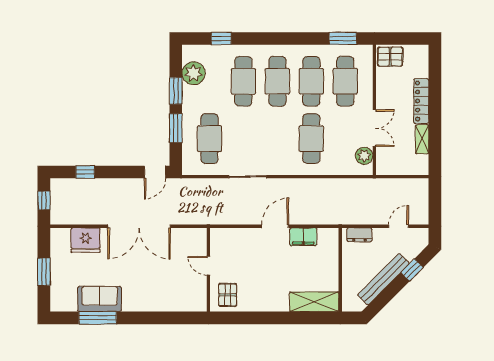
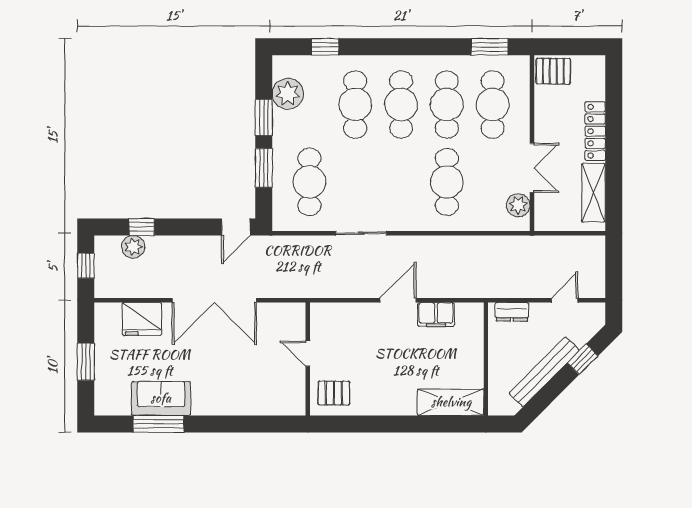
shelving: (422, 139) -> (593, 193), width x1.50, depth x1.33
plant: (79, 187) -> (133, 247), added
pallet: (228, 295) -> (334, 393), turned 90

